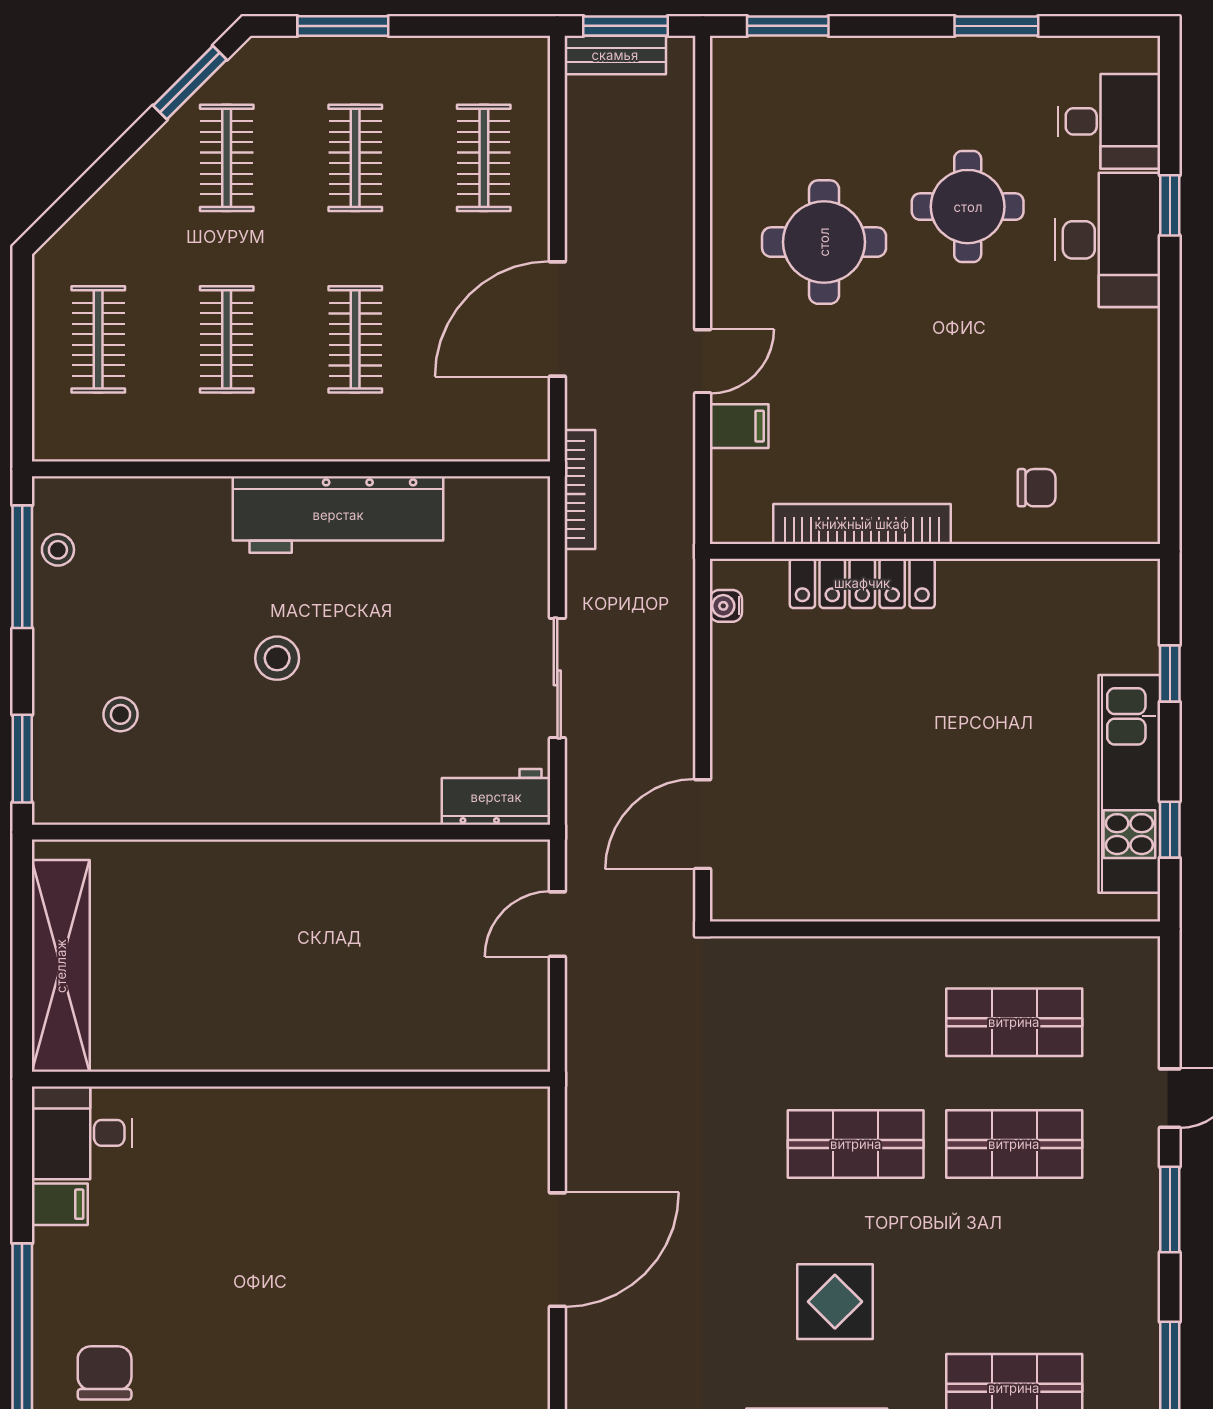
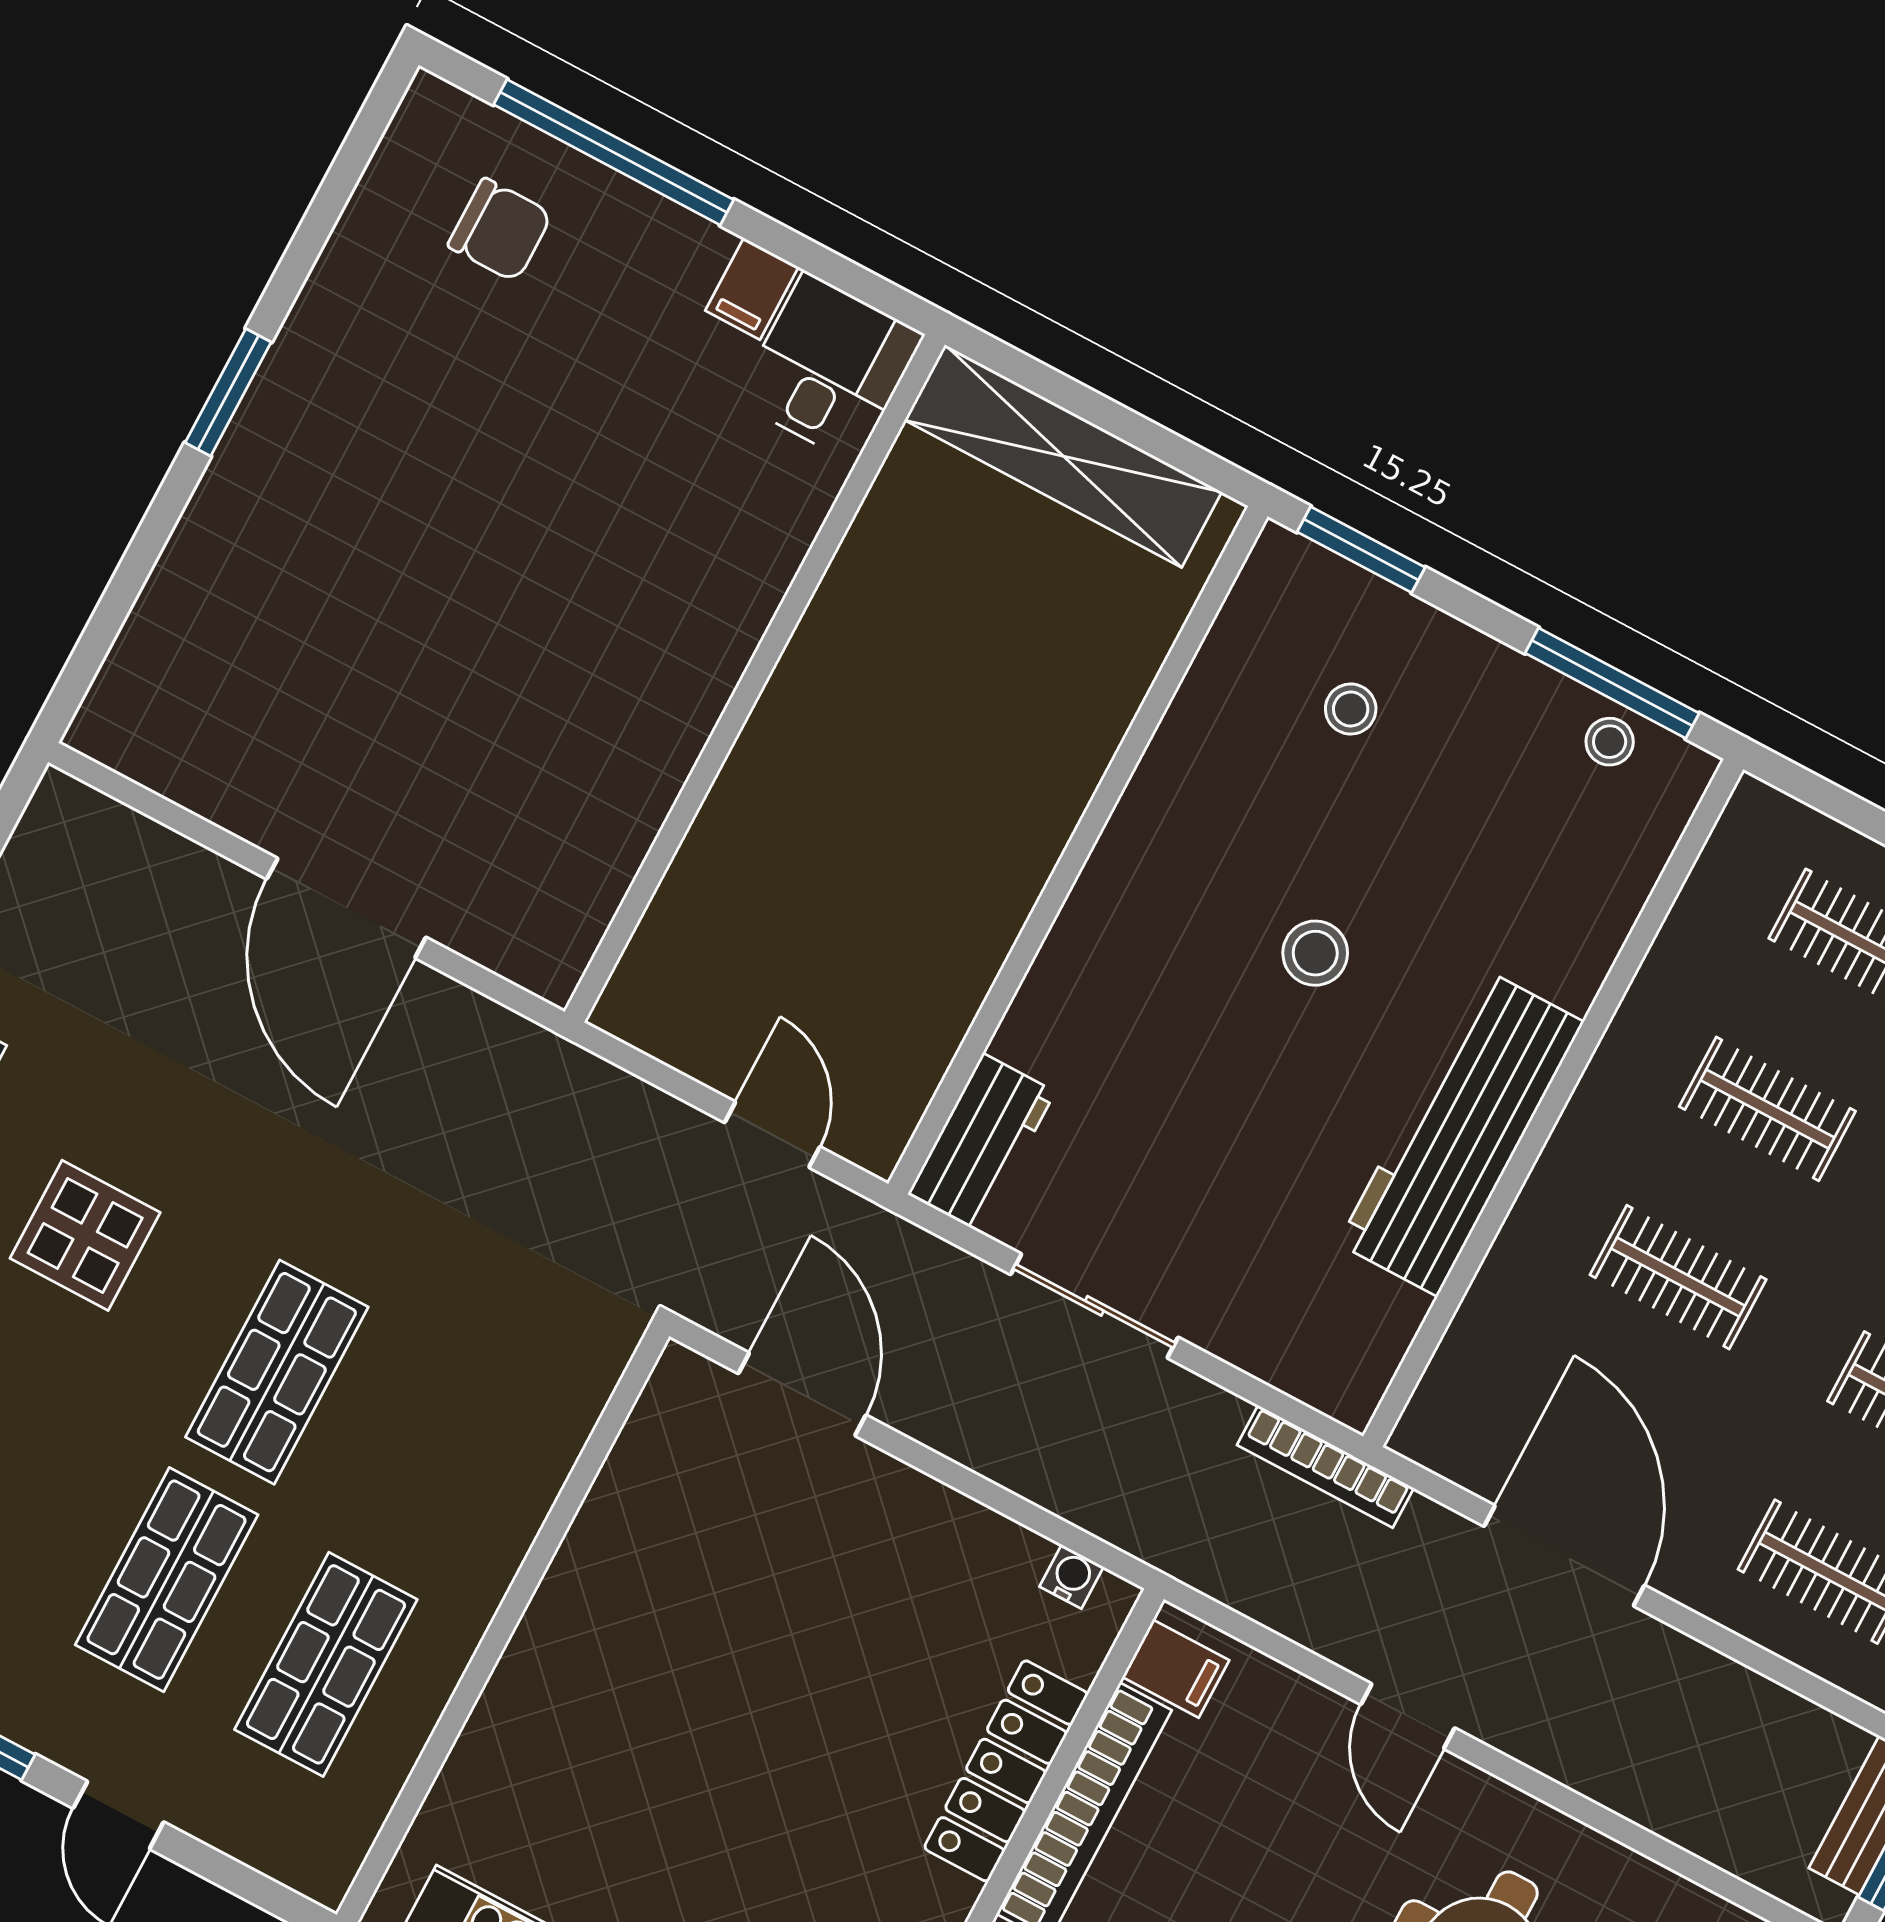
filing cabinet: (739, 426) -> (1176, 1669), moved, turned -90

